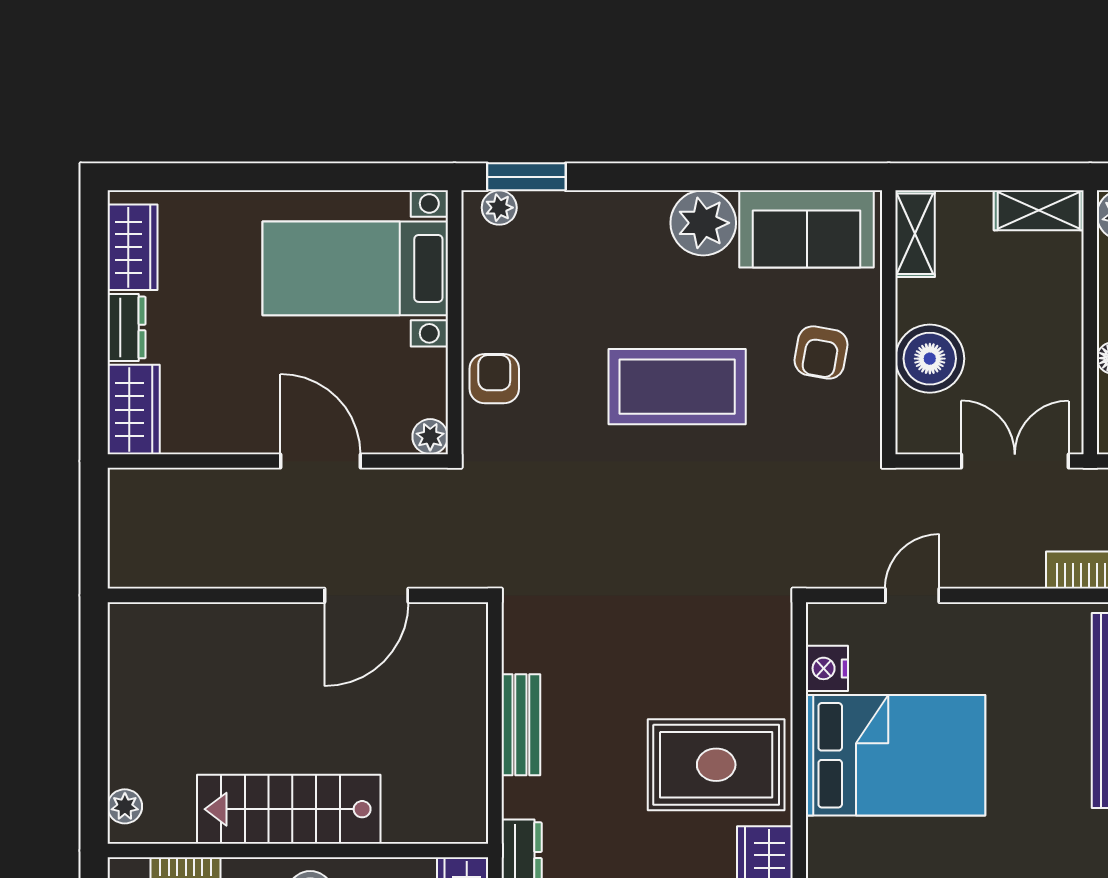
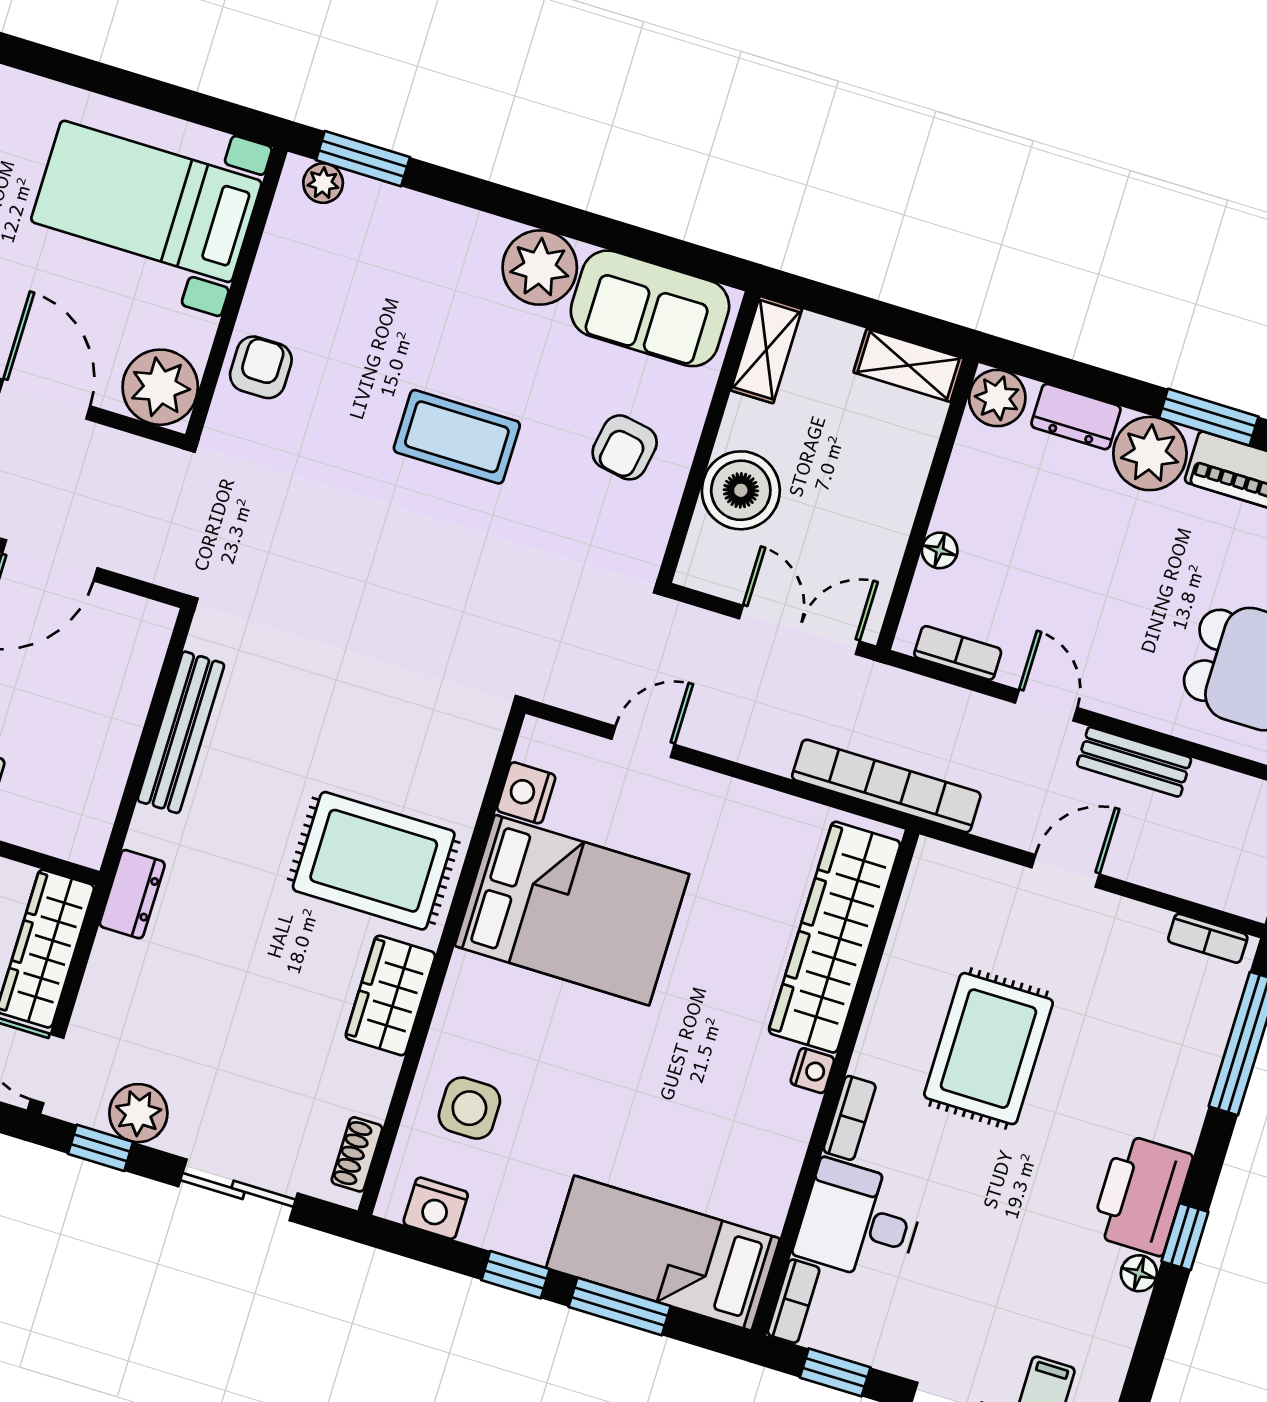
coffee table: (677, 387) -> (457, 437), width x0.73, depth x0.76
plant: (430, 437) -> (160, 387), width x1.88, depth x1.88
bench: (521, 725) -> (181, 732), width x1.36

